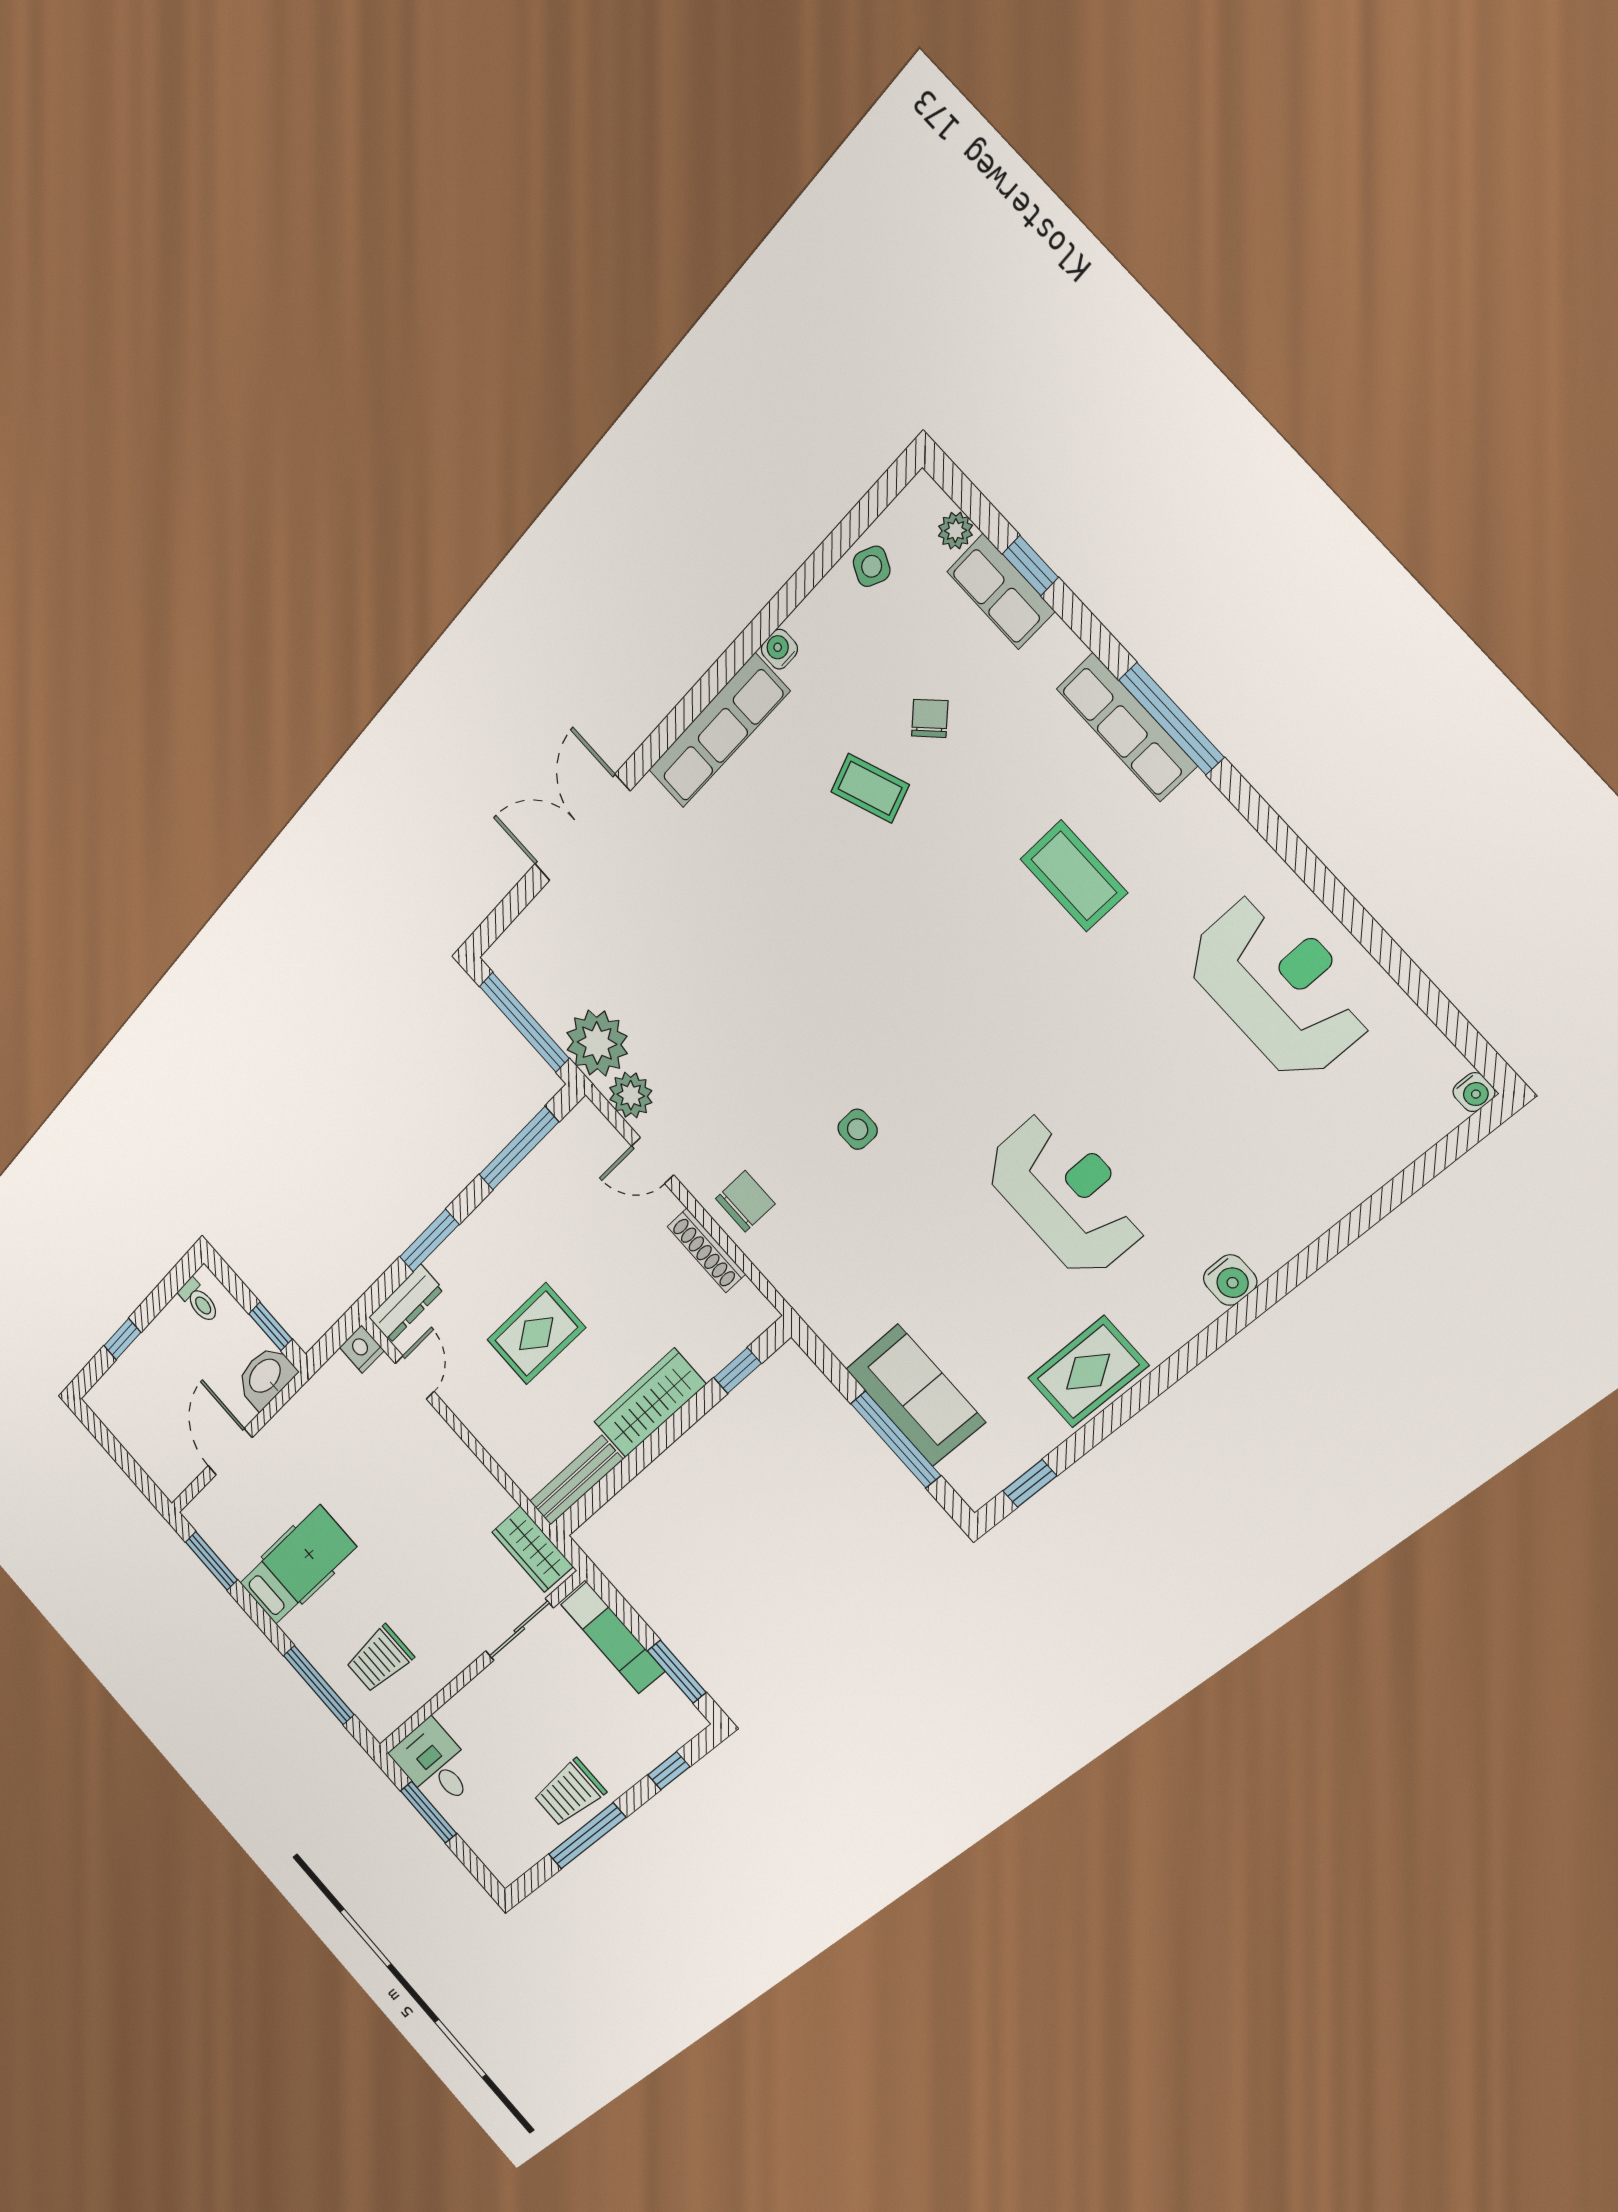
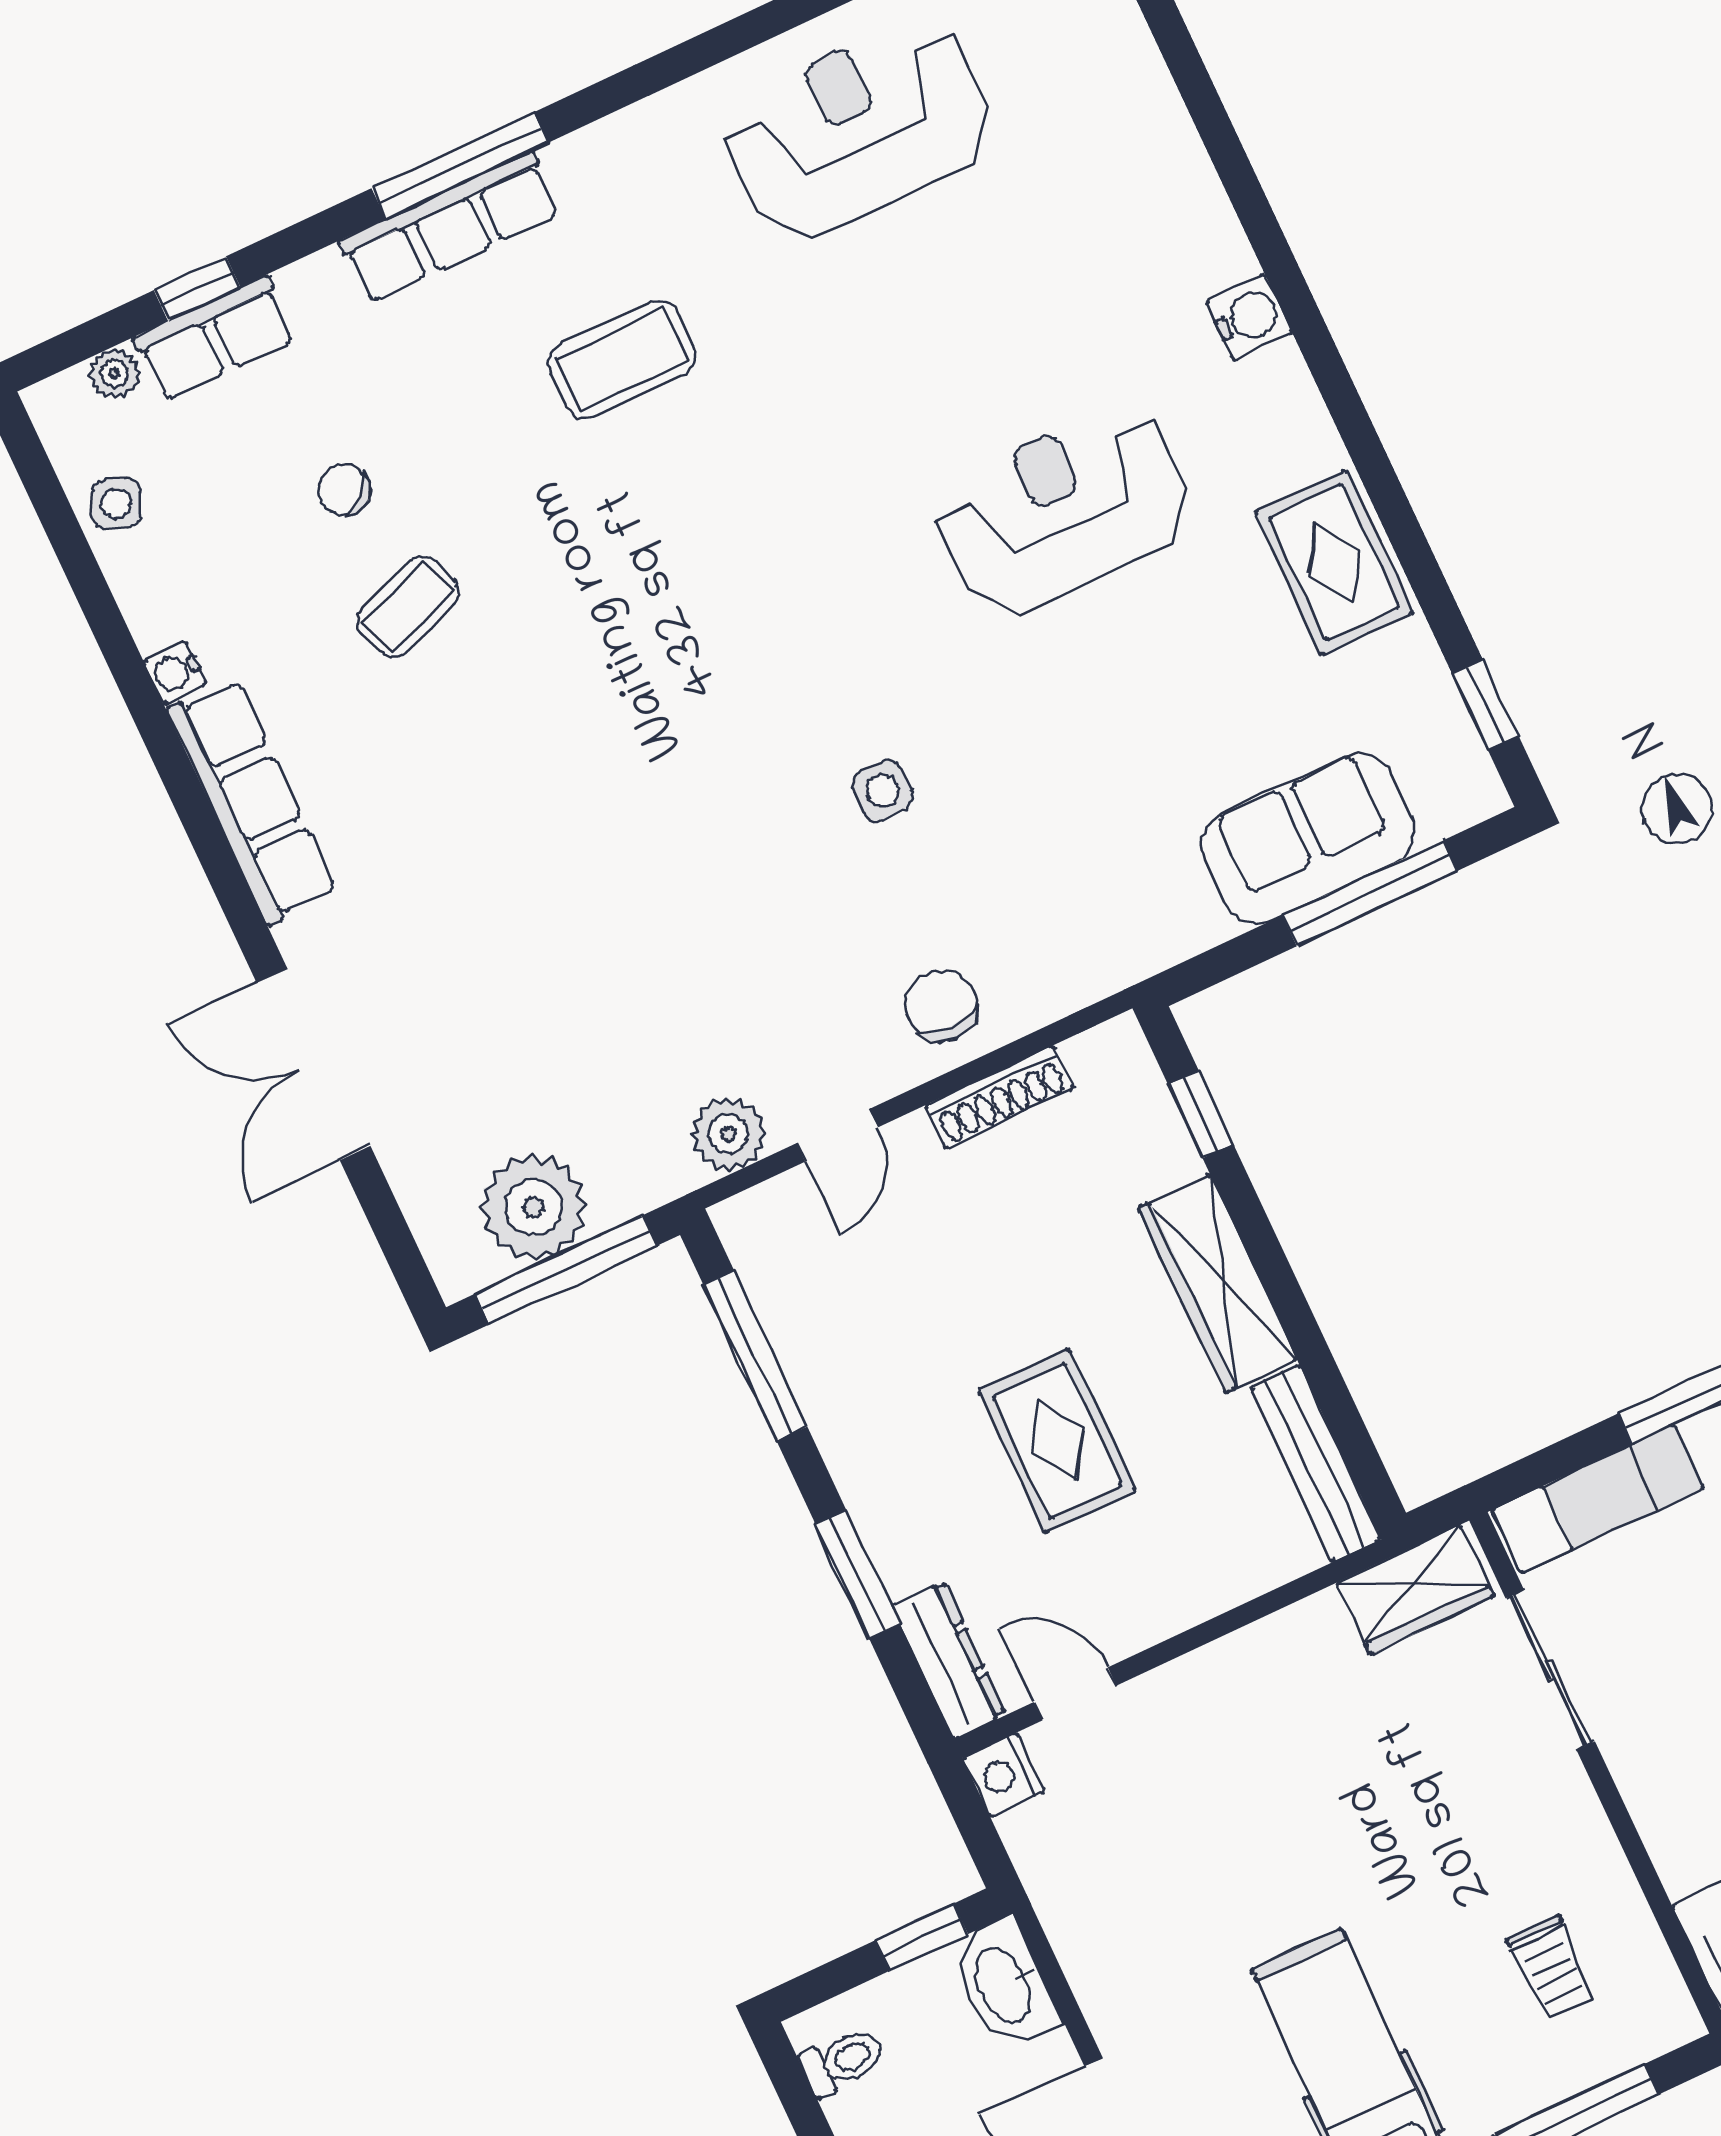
plant: (597, 1043) -> (534, 1207), moved
trolley: (380, 1659) -> (1551, 1968), width x0.73, depth x0.72

